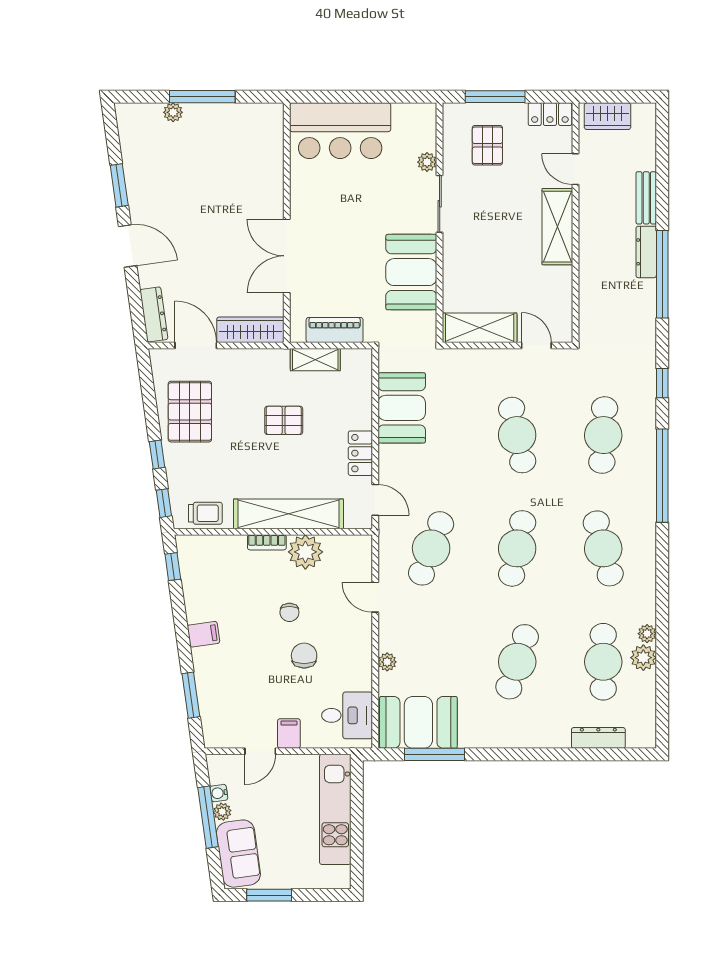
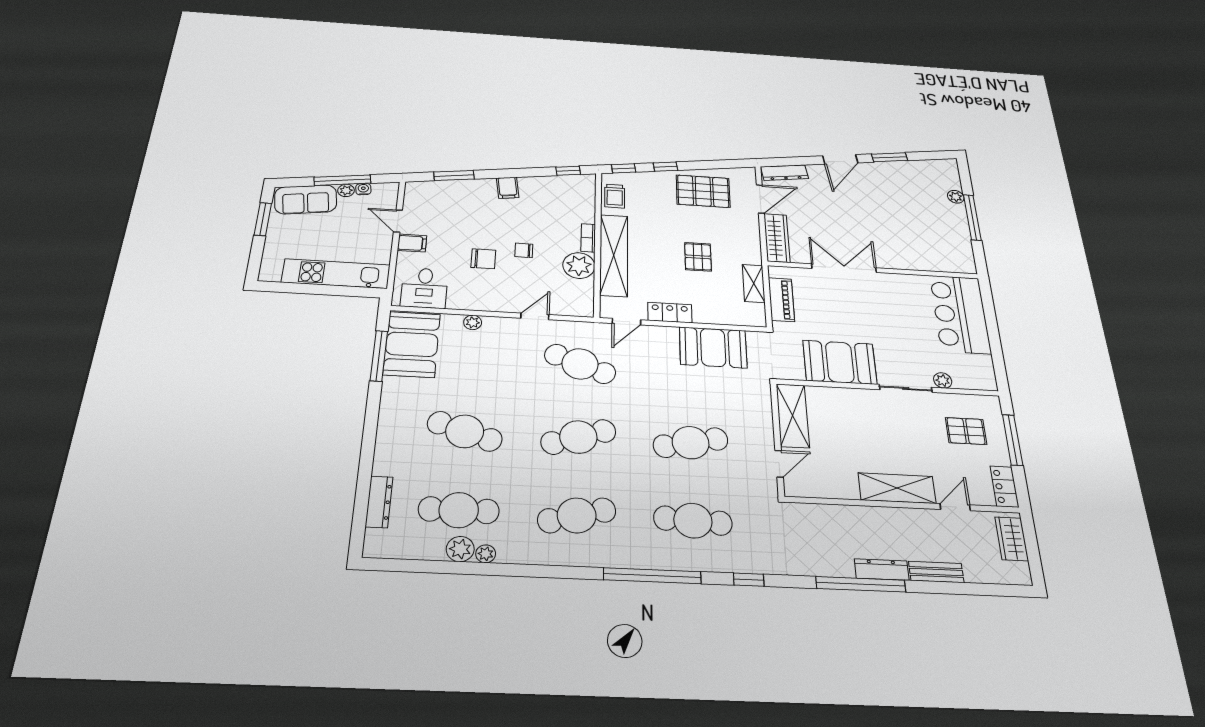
cafe table: (517, 548) -> (578, 437), turned -30

